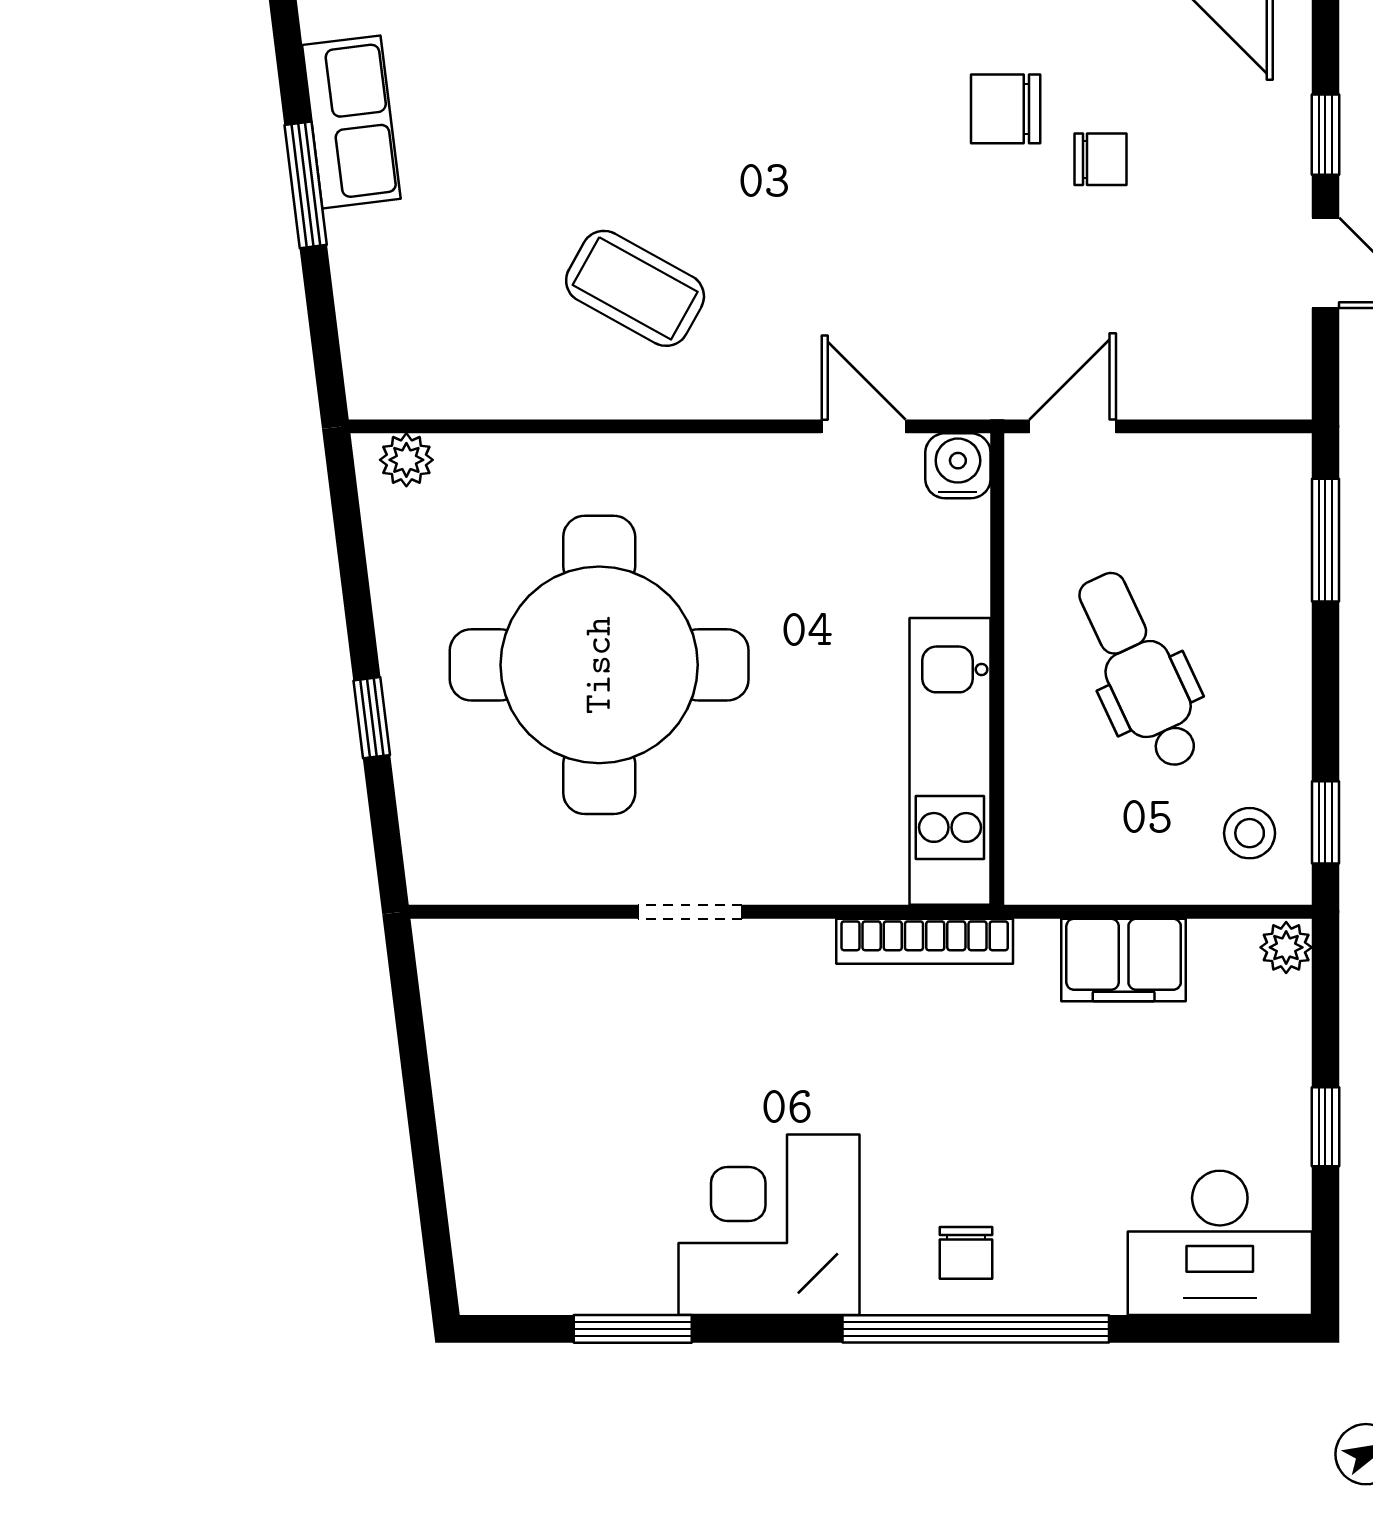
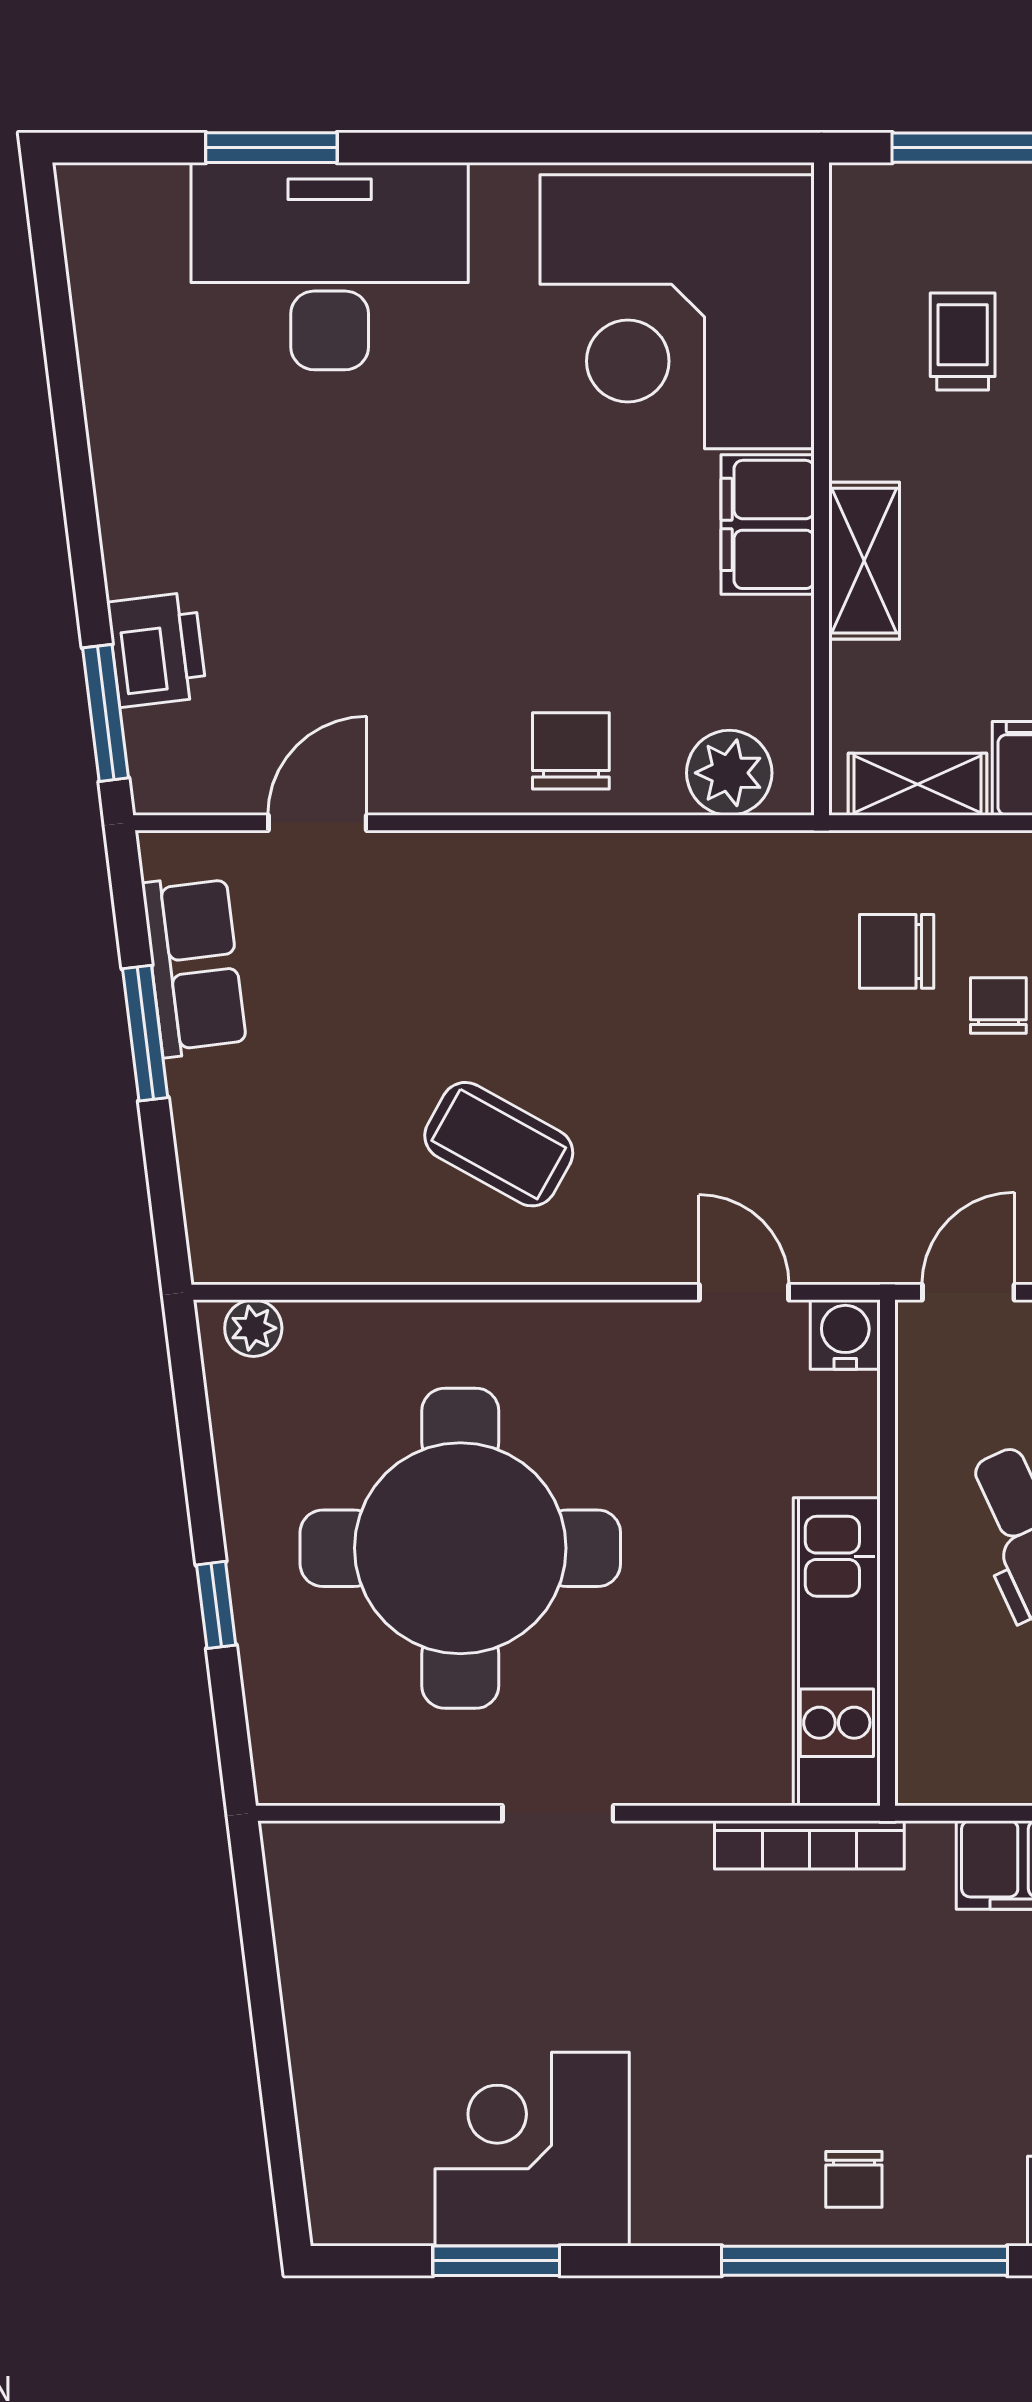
chair: (1101, 159) -> (998, 1005), turned -90
corner desk: (769, 1225) -> (532, 2149), moved

